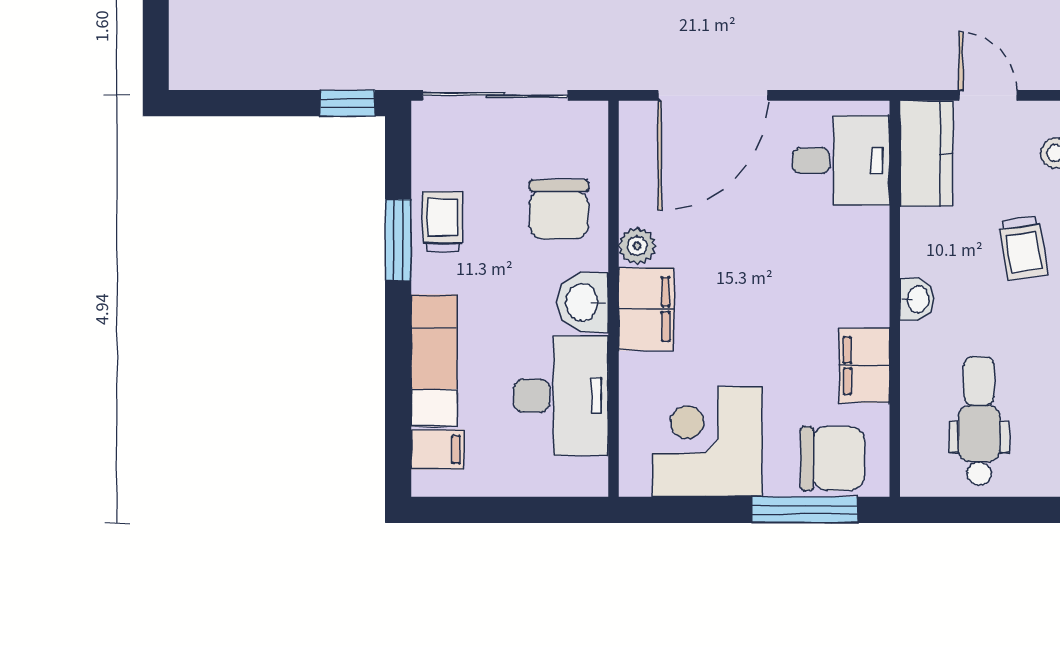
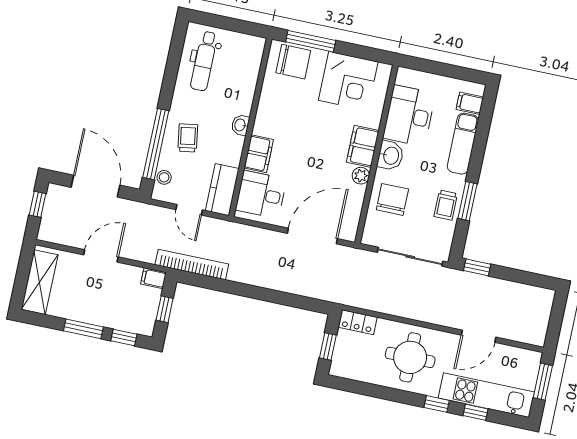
filing cabinet: (865, 366) -> (259, 154), moved
dental chair: (979, 421) -> (204, 61), moved
chair: (833, 458) -> (293, 62), turned 180

